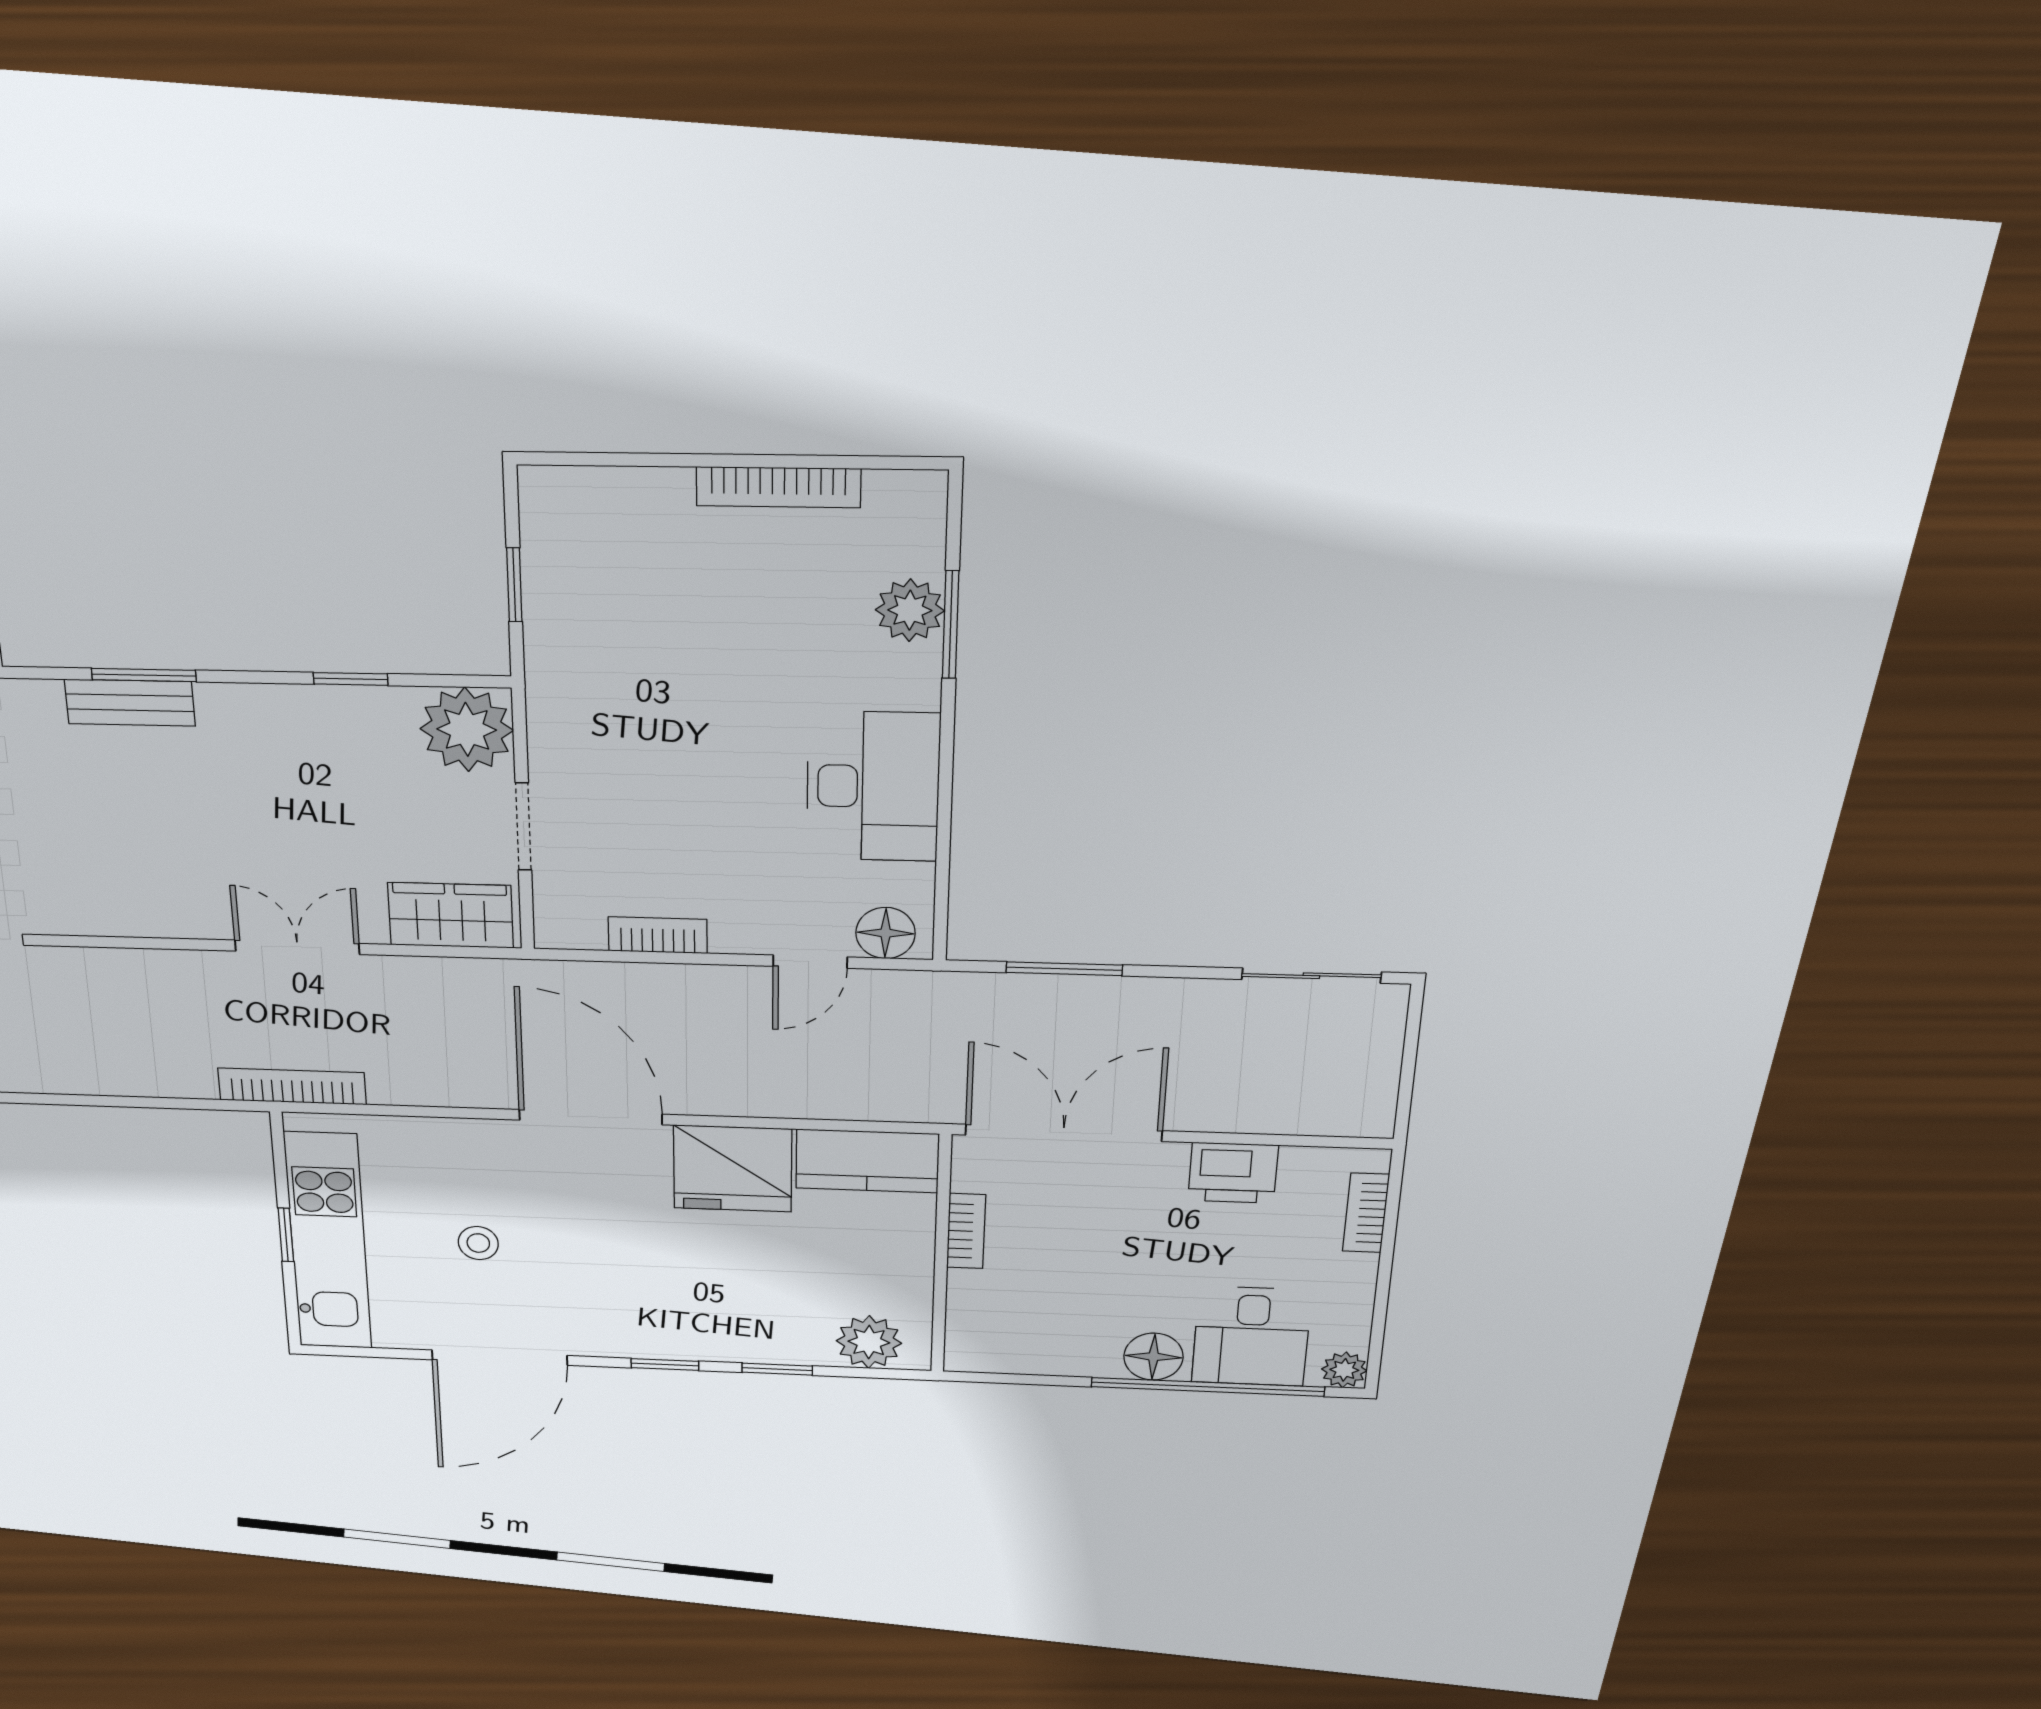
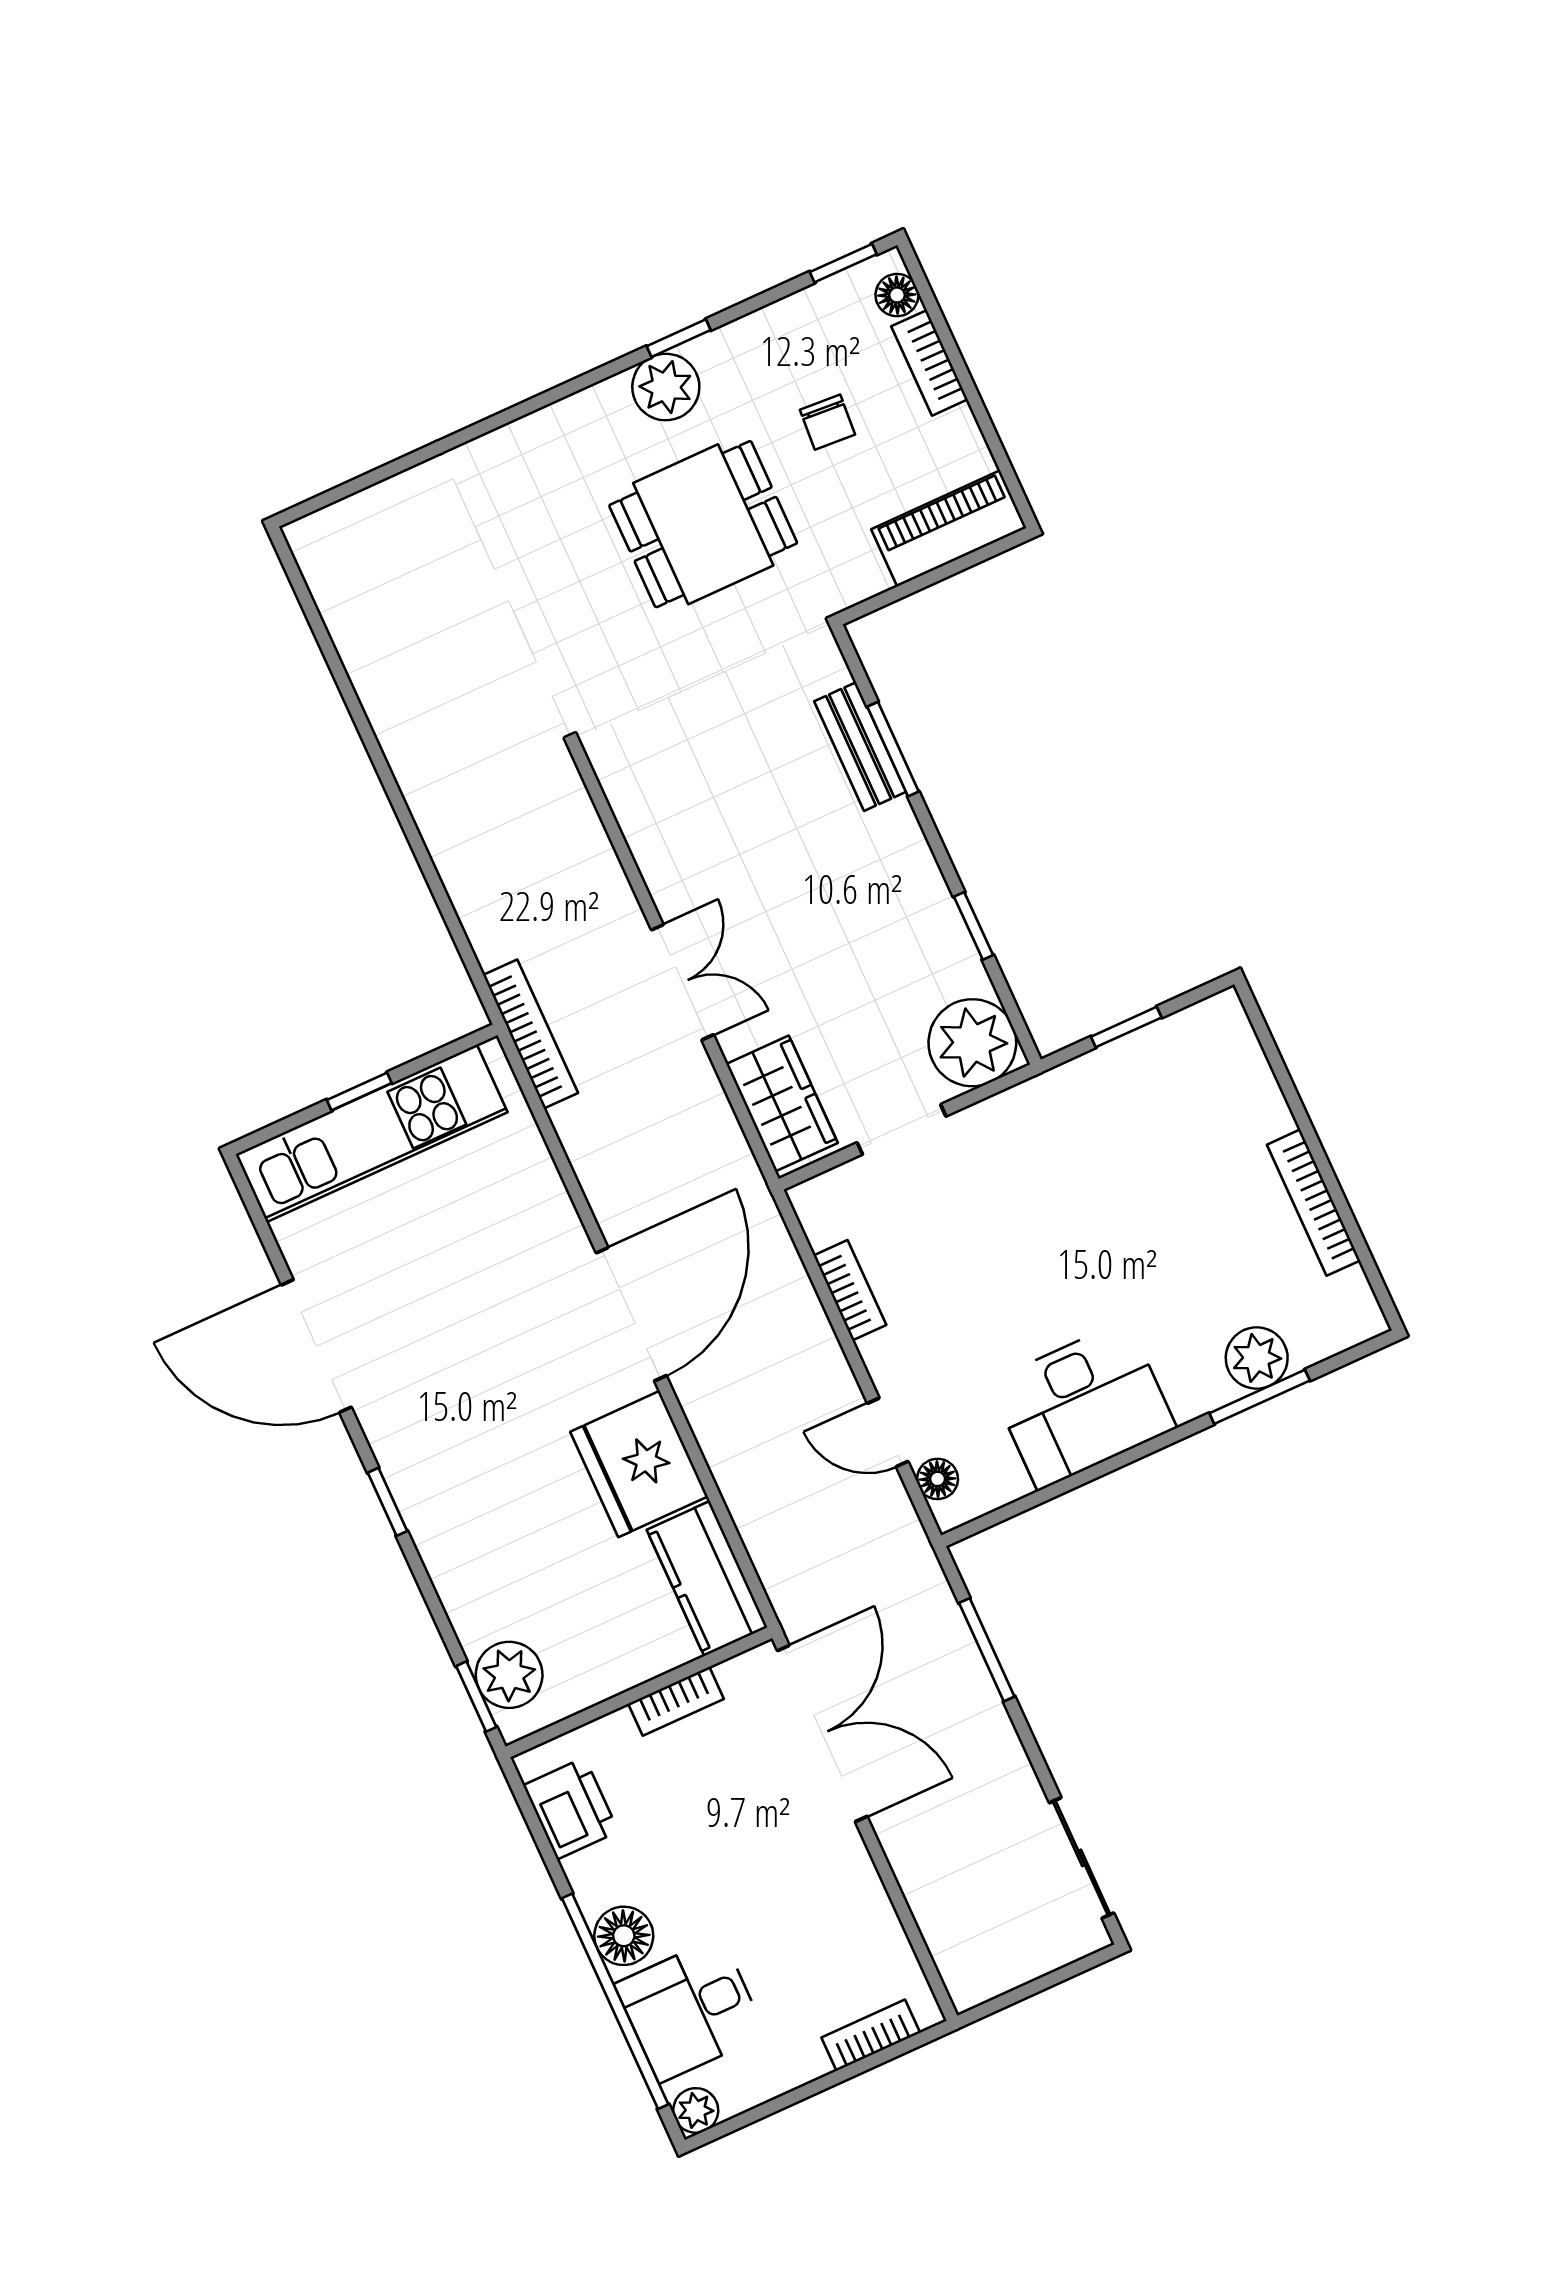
floor lamp: (886, 933) -> (938, 1479), width x0.73, depth x0.73
printer: (1233, 1173) -> (571, 1808), moved, turned 180
stool: (478, 1243) -> (440, 1272), removed
window: (777, 1369) -> (476, 1697), moved

